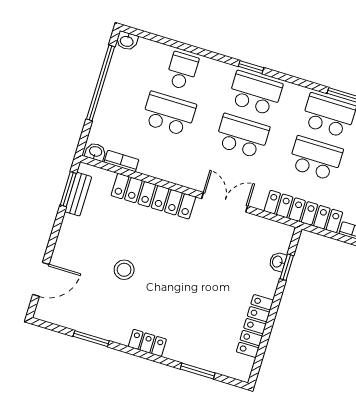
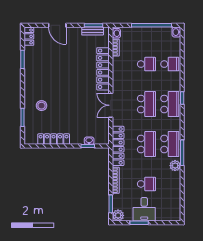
school desk: (169, 114) -> (146, 64), width x0.54
double door: (225, 202) -> (111, 105), swing flipped
stool: (124, 270) -> (42, 106), moved
door: (41, 279) -> (57, 25), moved
locker: (147, 343) -> (29, 36), moved

